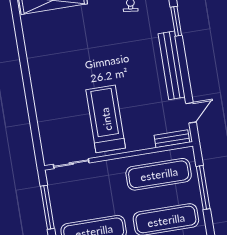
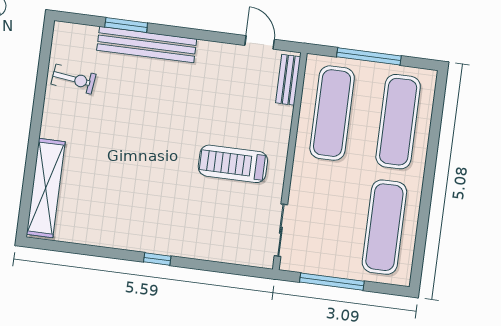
bench: (172, 65) -> (147, 45), moved
window: (28, 88) -> (157, 259), added
treadmill: (106, 119) -> (233, 164), width x0.73, depth x0.73

